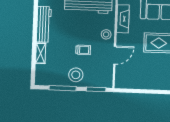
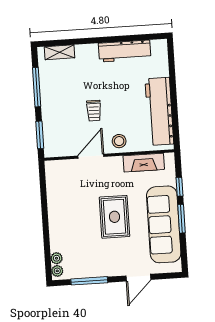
shelving: (41, 53) -> (60, 52), moved
door: (115, 55) -> (91, 156), swing flipped
stool: (76, 75) -> (57, 104), removed

